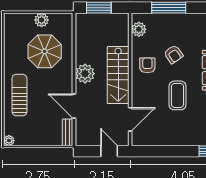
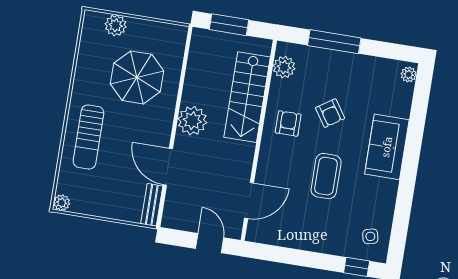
plant: (42, 20) -> (116, 25), moved
stairs: (118, 75) -> (247, 97), moved
sun lounger: (19, 95) -> (88, 137), turned 180

